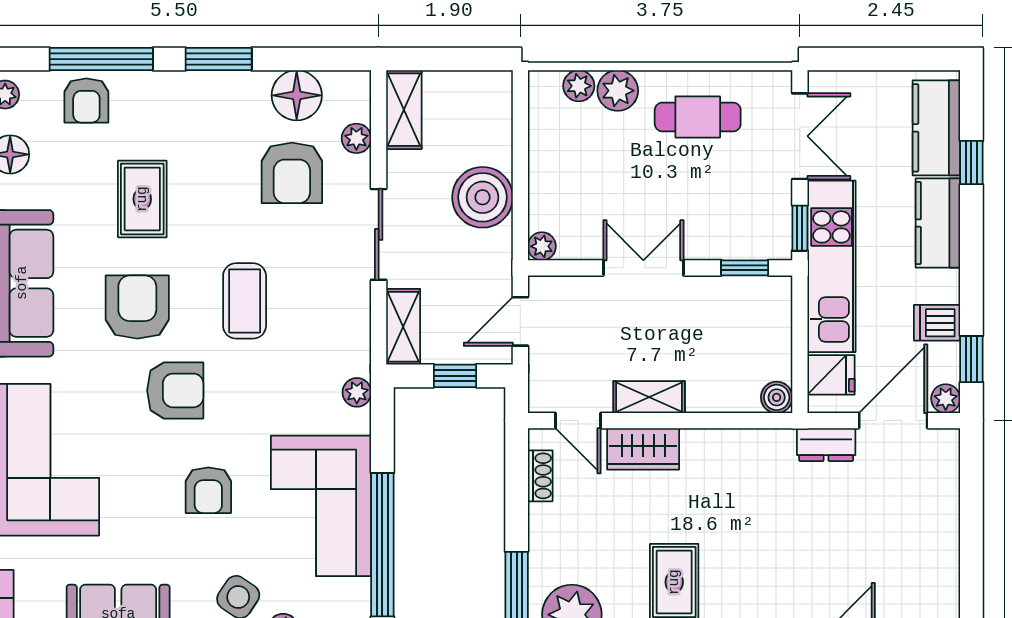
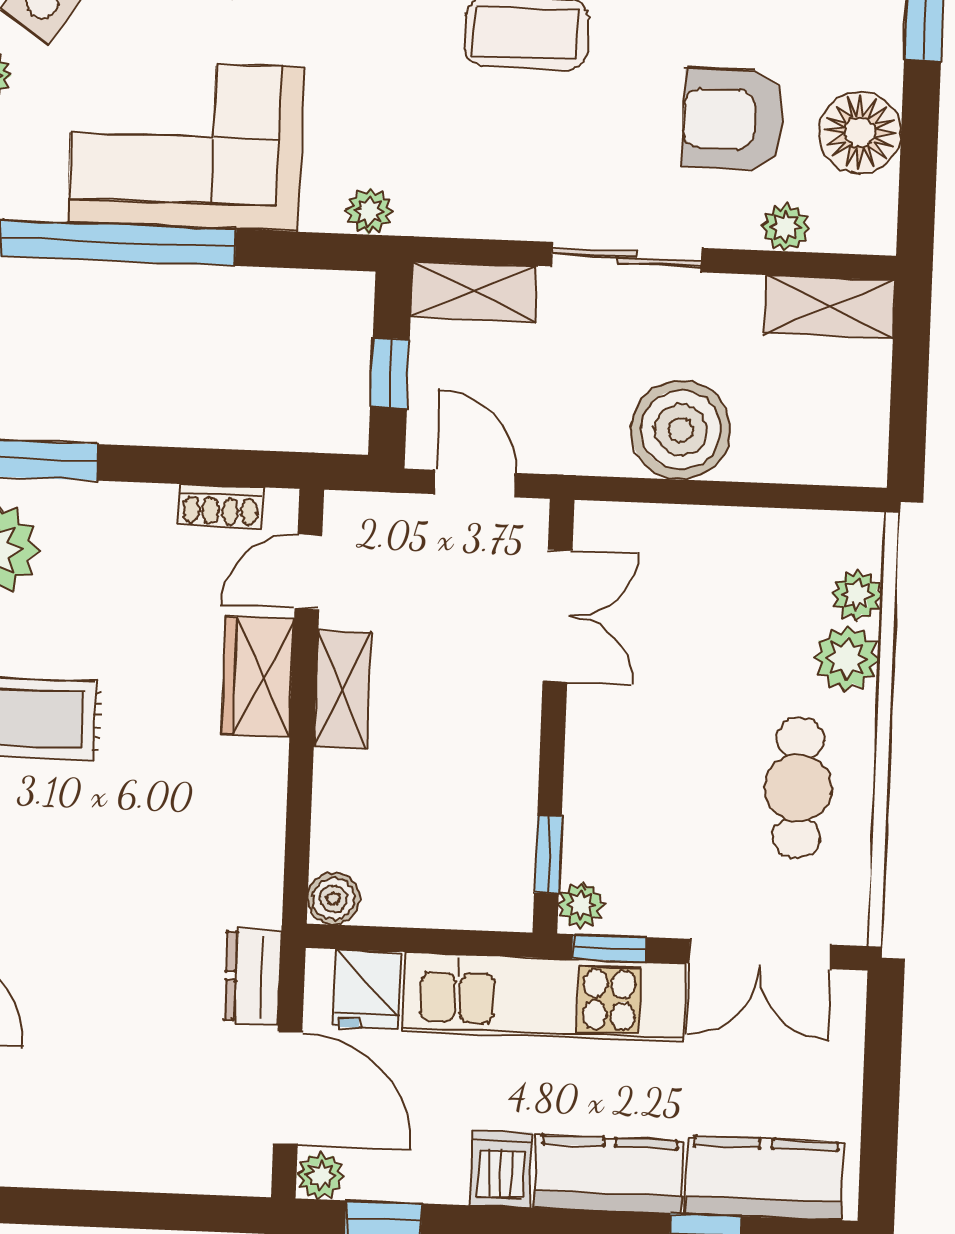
plant: (542, 246) -> (581, 905), moved
double door: (643, 268) -> (558, 616), moved
dishwasher: (937, 323) -> (501, 1169), moved

